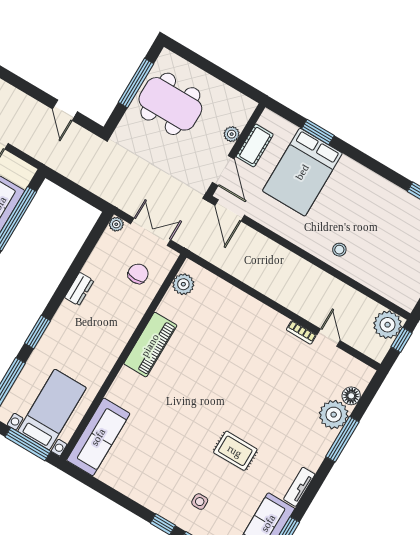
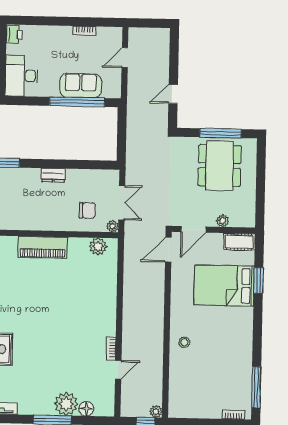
cot: (255, 146) -> (239, 242), moved
plant: (116, 224) -> (112, 226), moved
plant: (388, 325) -> (156, 411), width x0.53, depth x0.53

